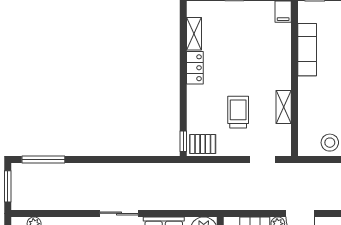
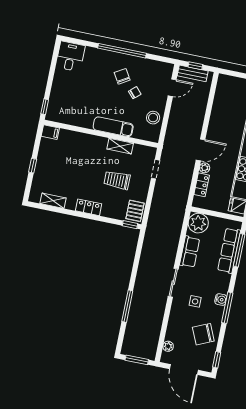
exam couch: (307, 50) -> (113, 127), moved
locker: (195, 68) -> (89, 207), moved
window: (43, 159) -> (127, 306), moved

